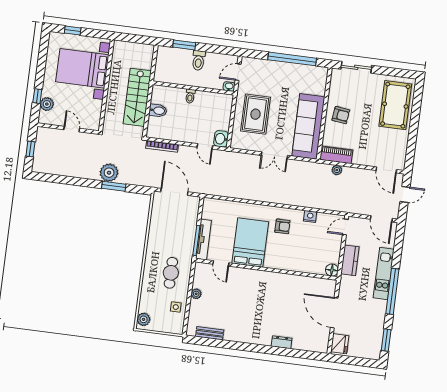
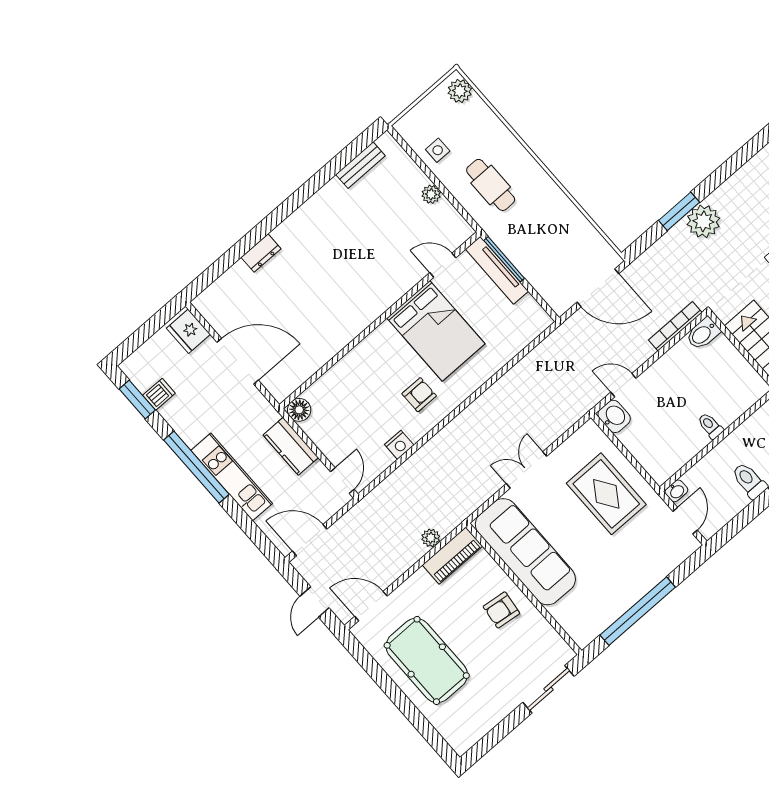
pool table: (395, 105) -> (427, 660), moved
bidet: (158, 111) -> (703, 334), moved
armchair: (282, 226) -> (419, 395), turned 180
dishwasher: (376, 333) -> (159, 394), added

